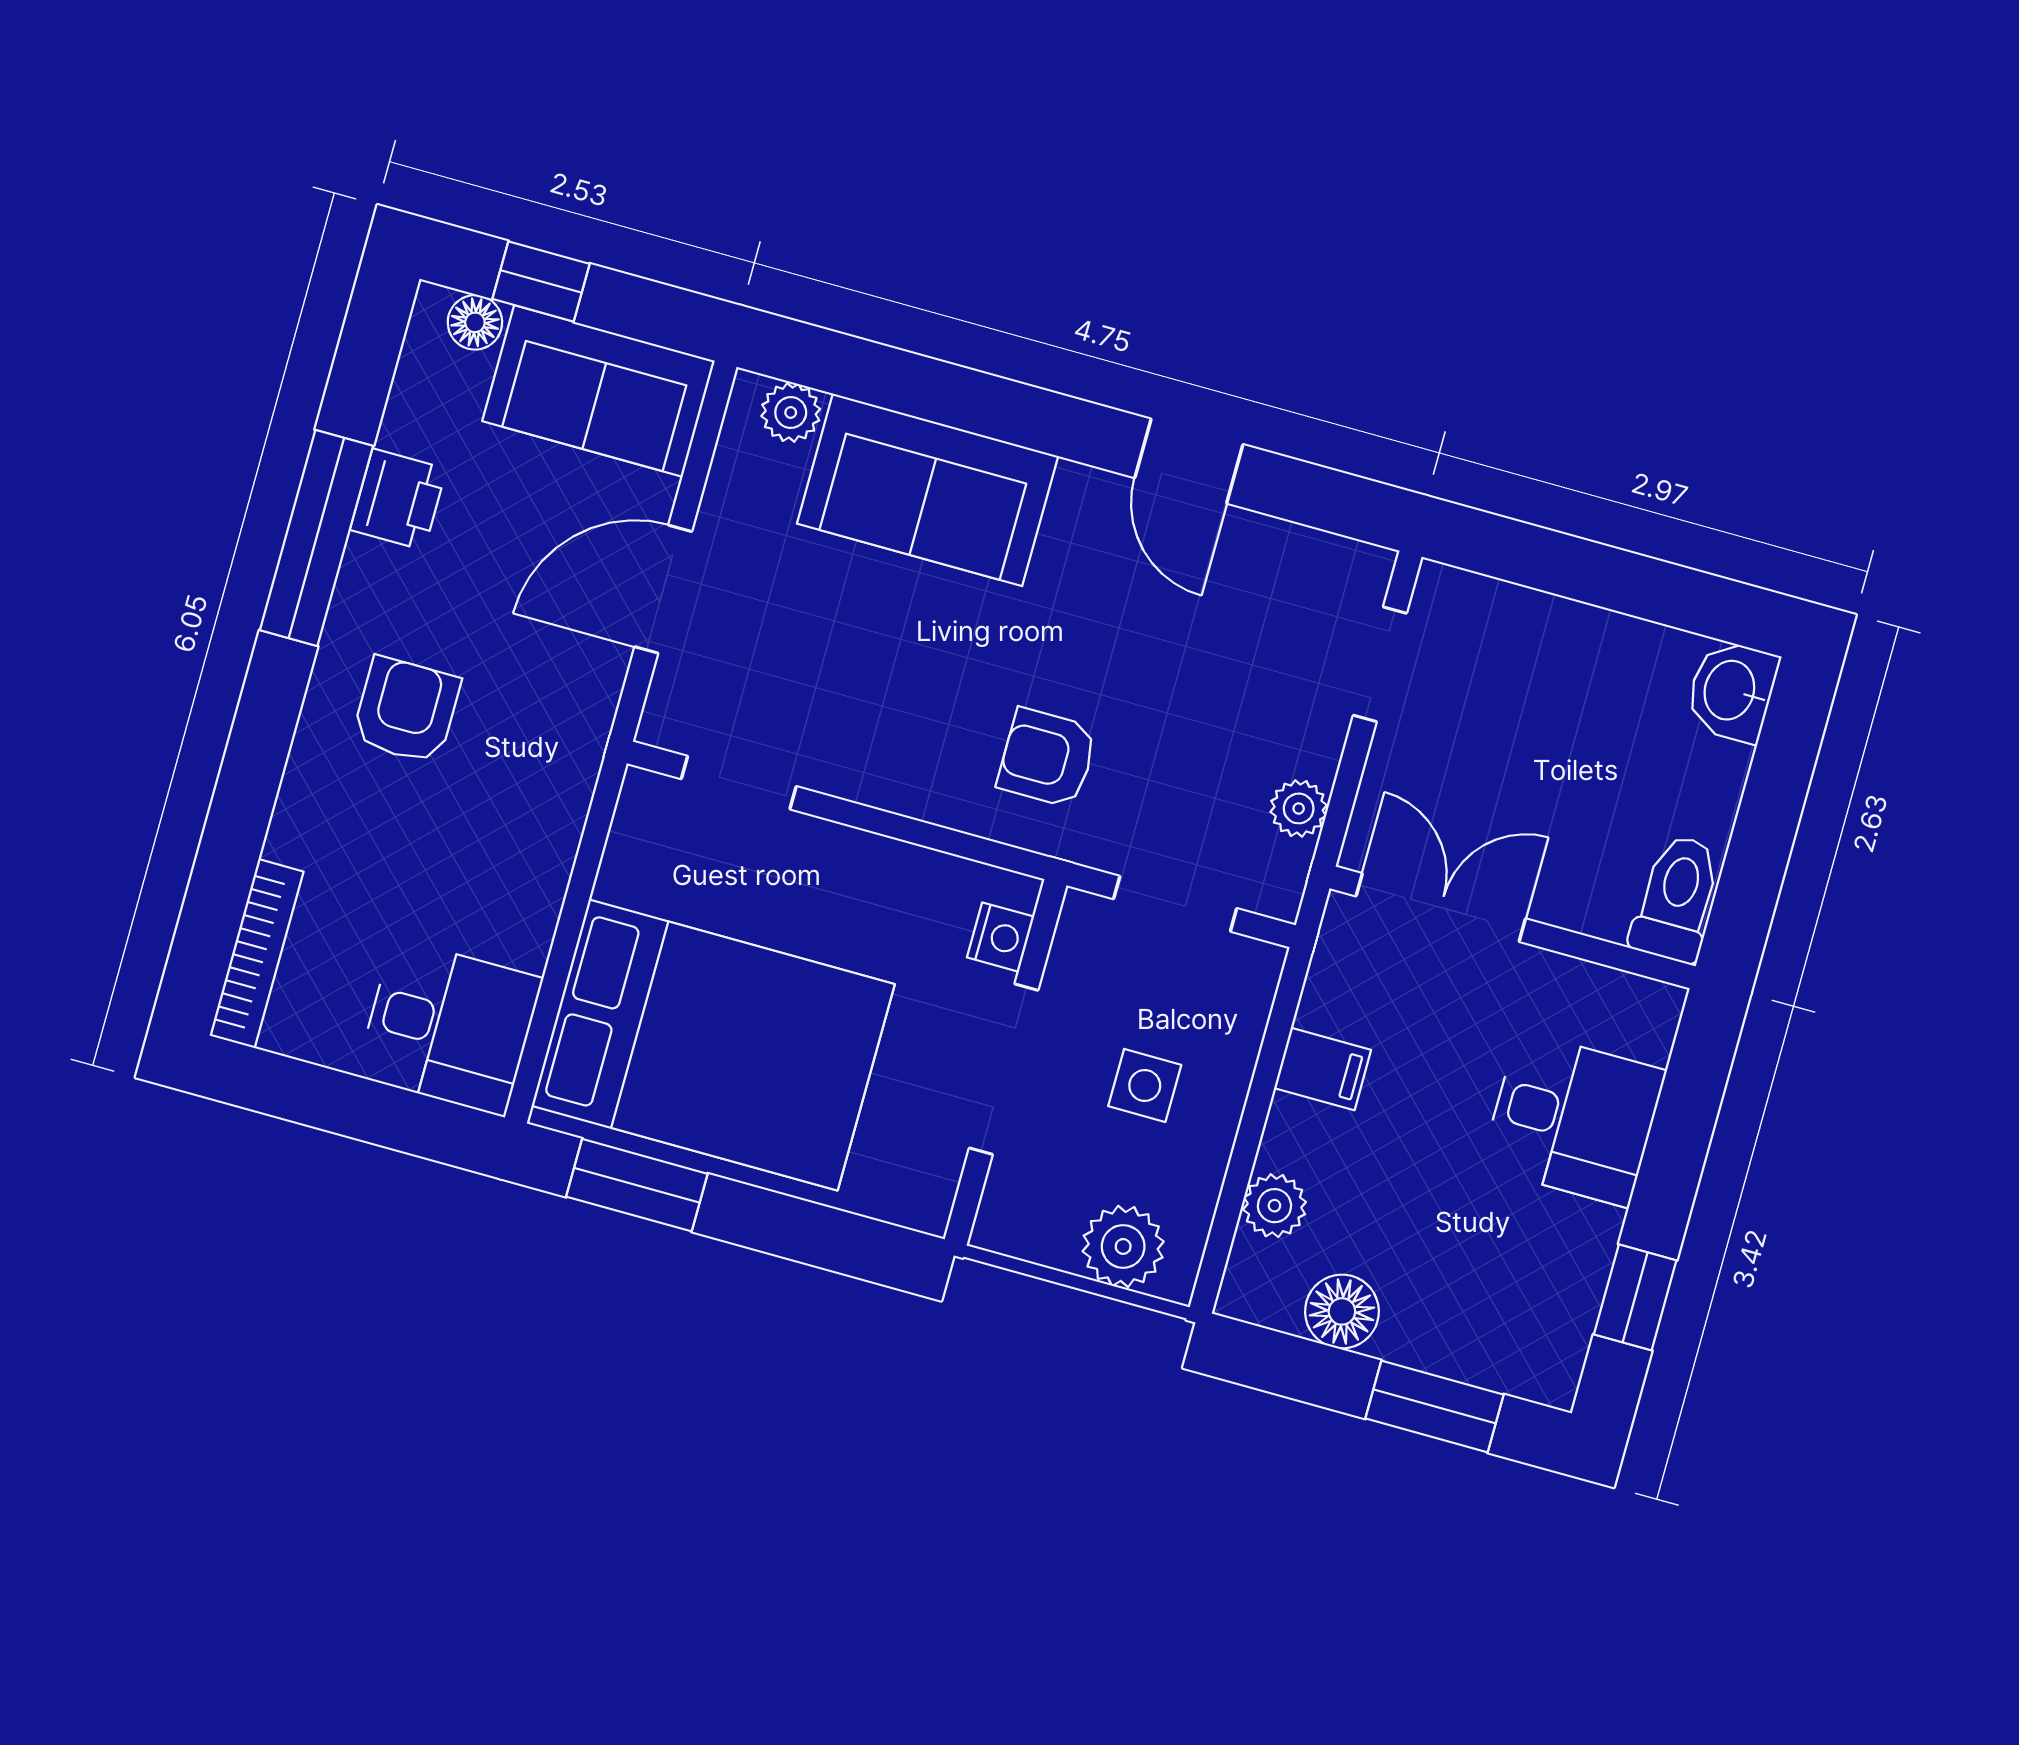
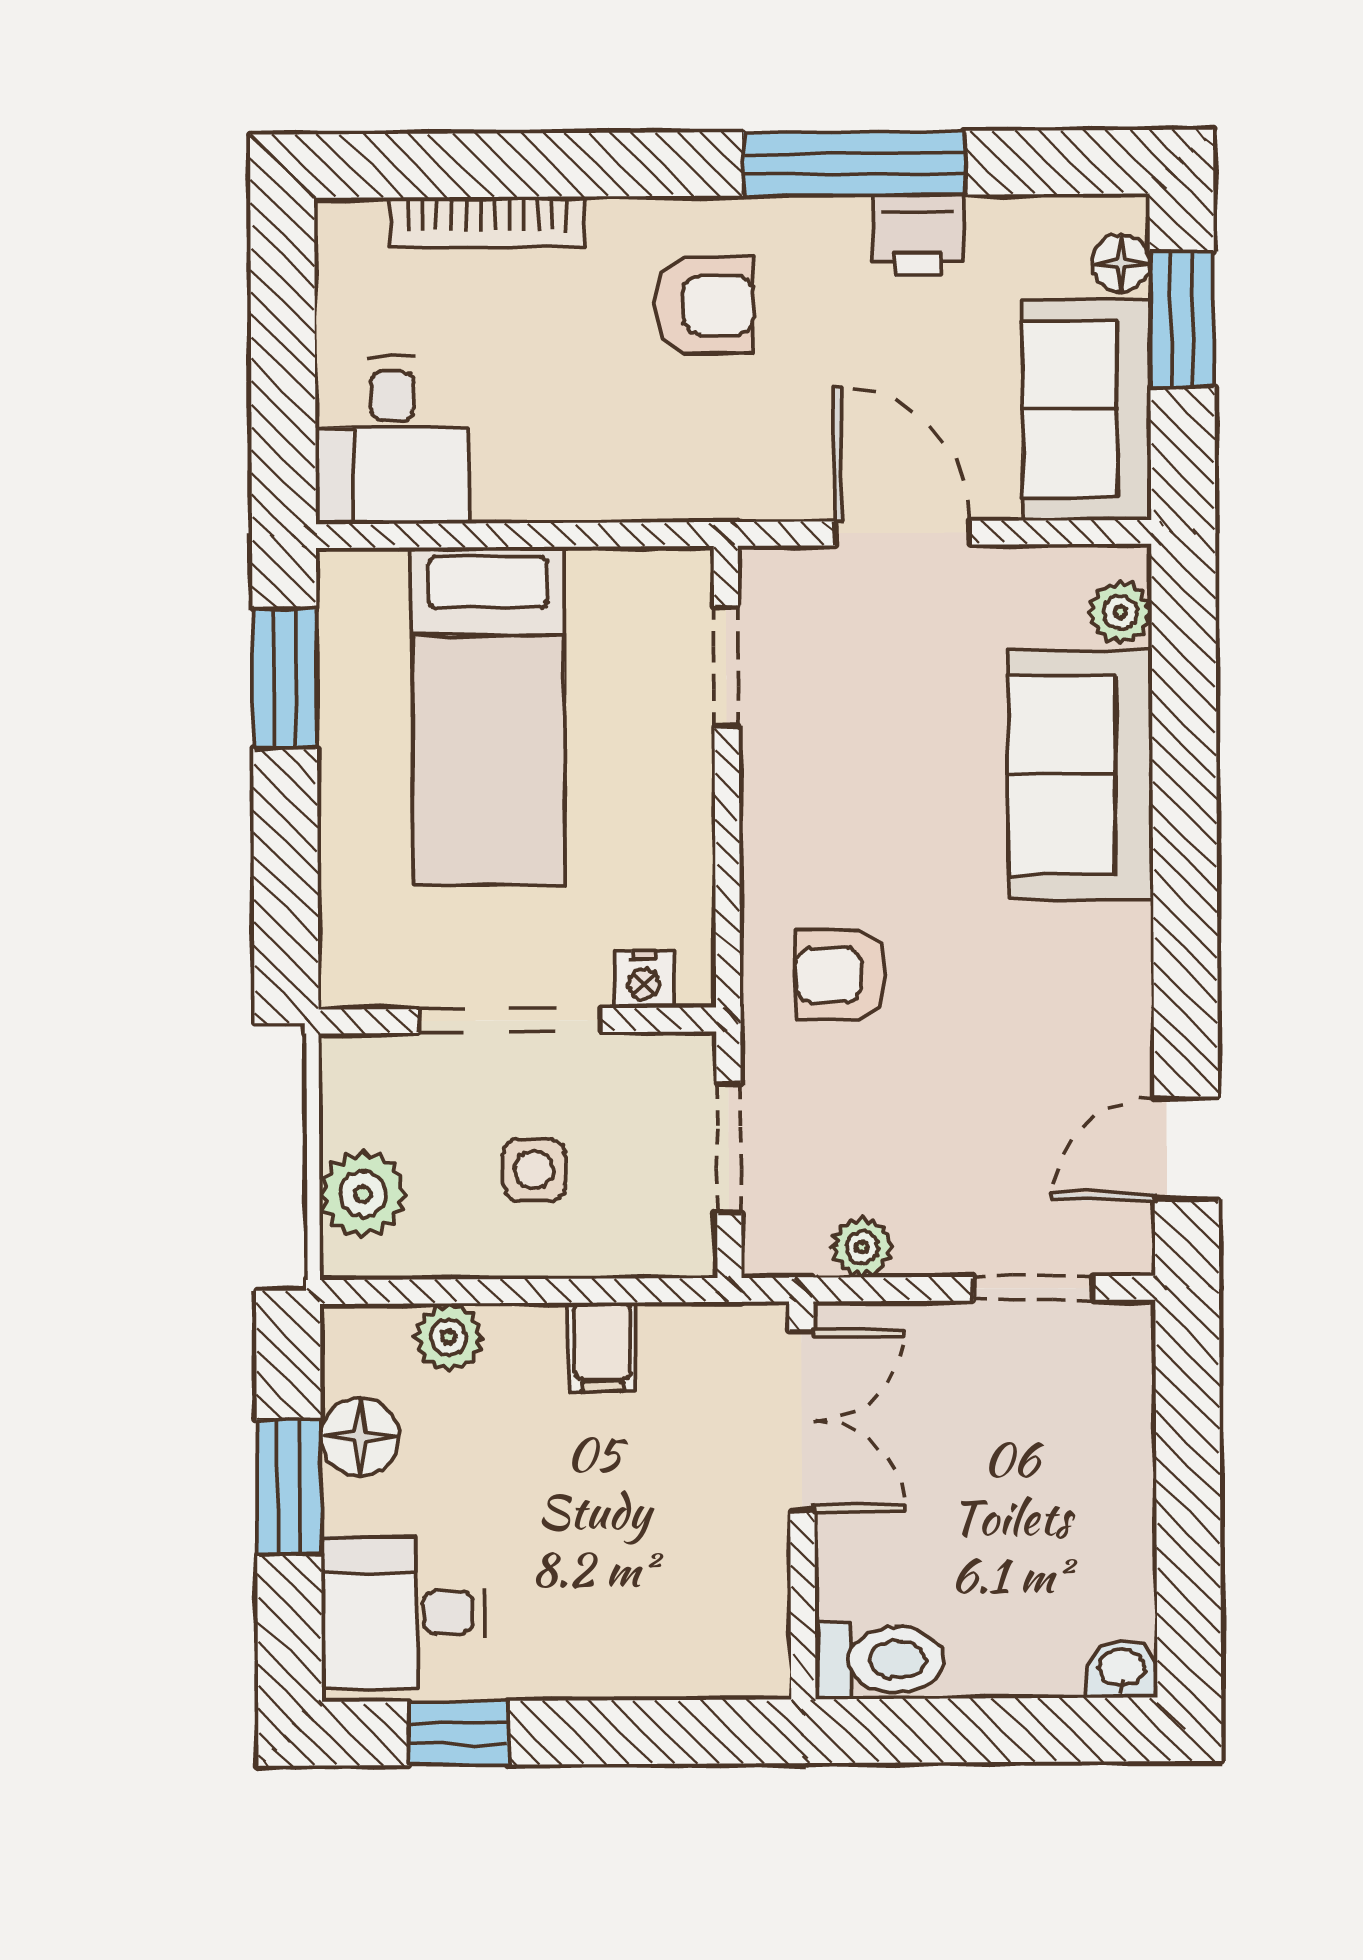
window: (541, 281) -> (1182, 319), width x1.50
door: (1189, 461) -> (1186, 1149), moved
washbasin: (1732, 691) -> (1122, 1669), width x0.72, depth x0.69
armchair: (1047, 758) -> (841, 975), turned -90
bookcase: (257, 954) -> (487, 222), moved
bed: (713, 1045) -> (488, 716), width x0.67
desk: (1573, 1119) -> (404, 1613), moved, turned 90
window: (1434, 1406) -> (289, 1487), moved

